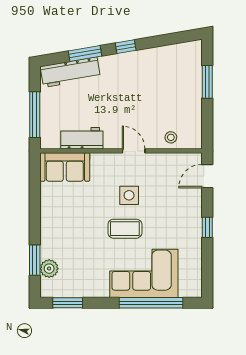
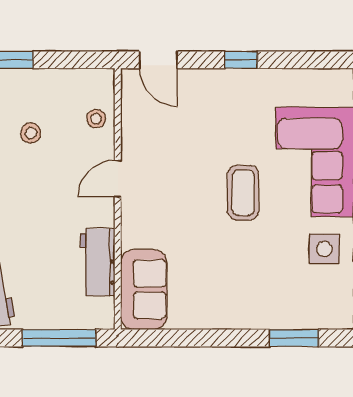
stool: (162, 97) -> (31, 133), added
side table: (129, 195) -> (324, 249), moved
plant: (49, 269) -> (307, 315), removed

